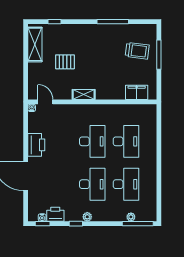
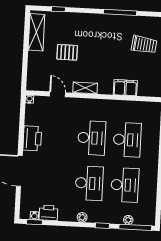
filing cabinet: (137, 92) -> (125, 88), moved
door: (45, 102) -> (58, 94), moved
window: (76, 224) -> (102, 226), moved

